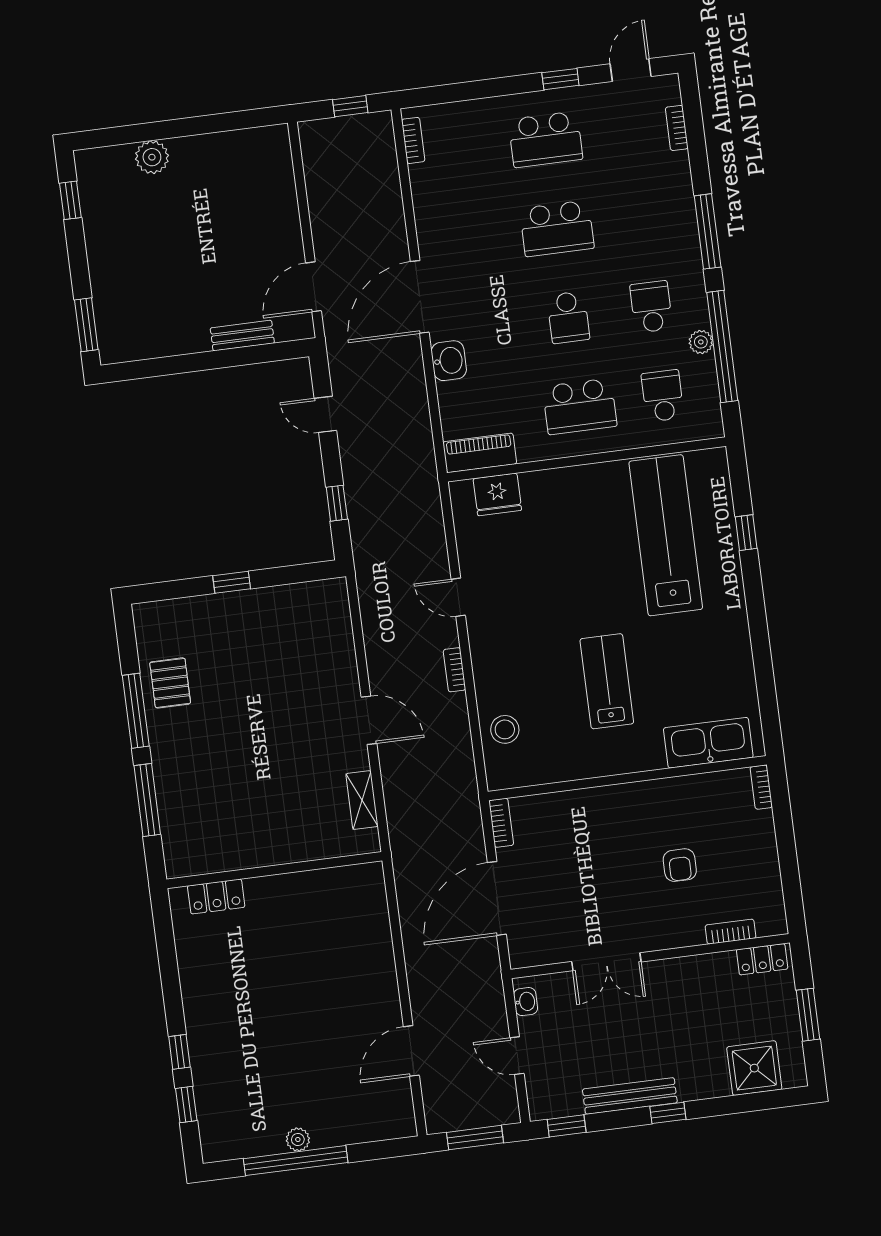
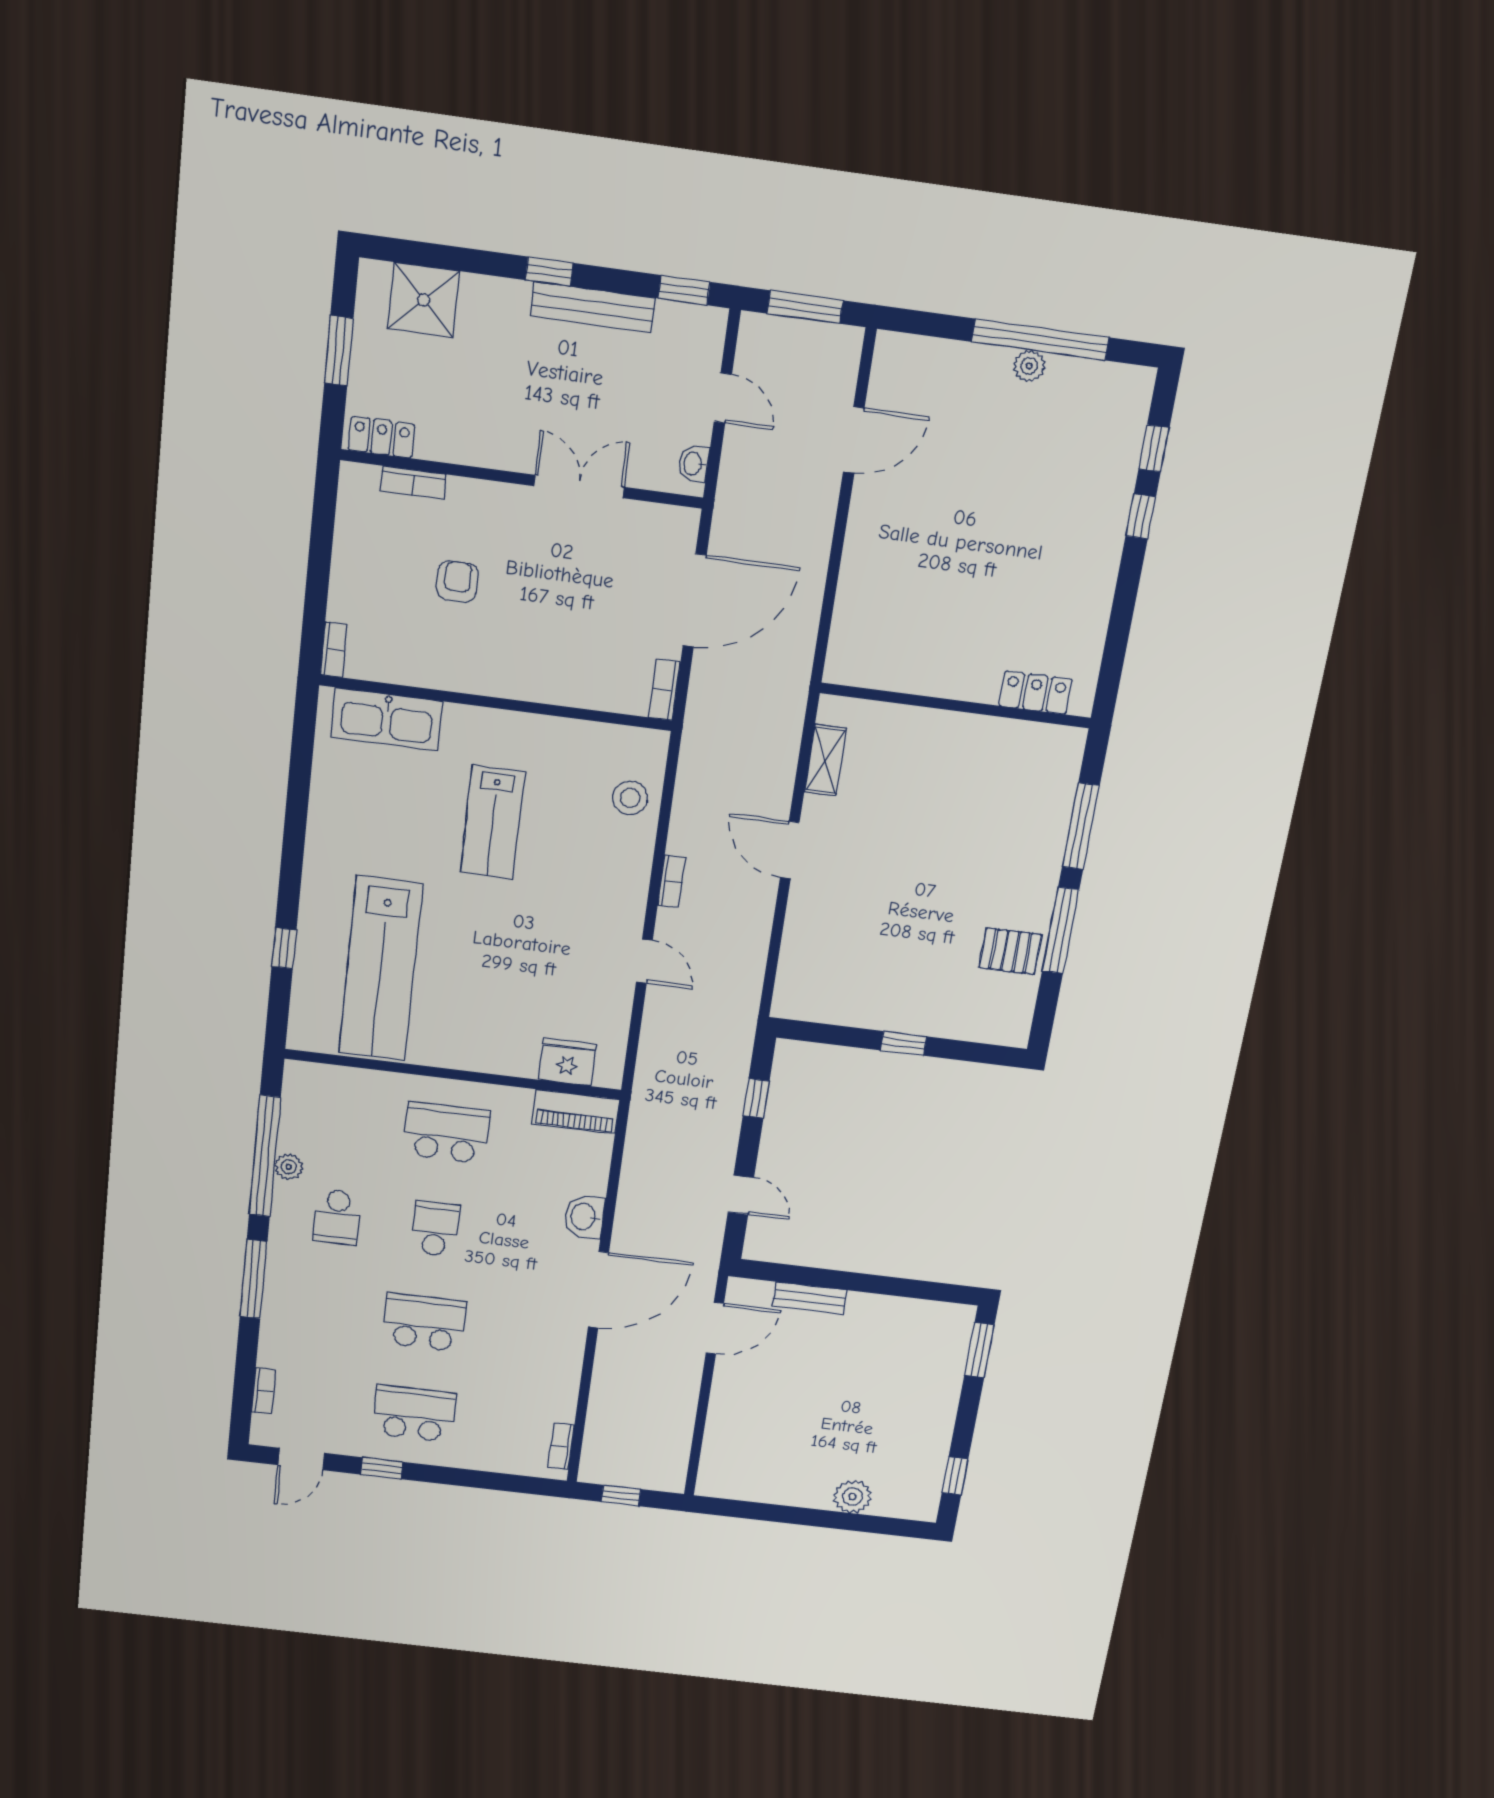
school desk: (663, 396) -> (347, 1121), removed
pallet: (170, 683) -> (1010, 951), turned 90

